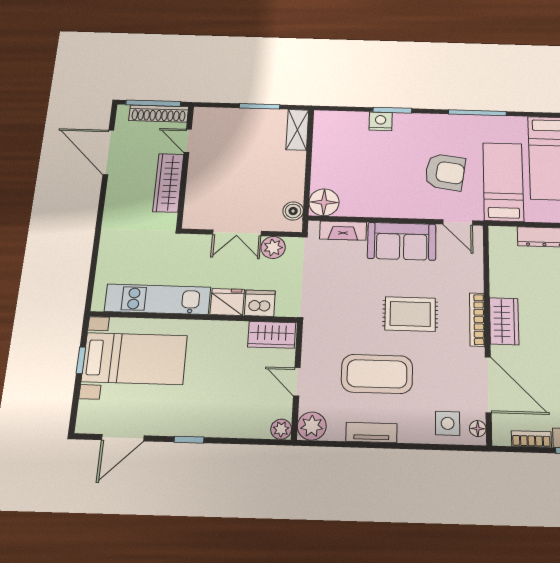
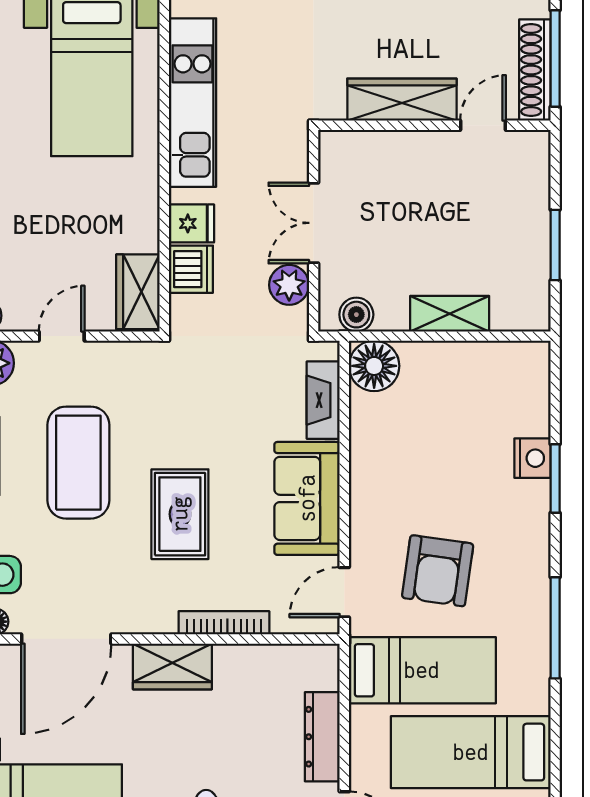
shelving: (297, 130) -> (450, 314), moved
fridge: (227, 302) -> (191, 223), width x0.72
bookcase: (477, 320) -> (224, 623), moved

